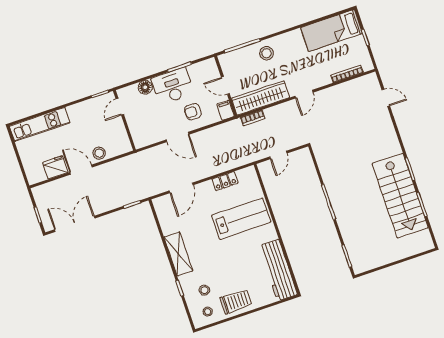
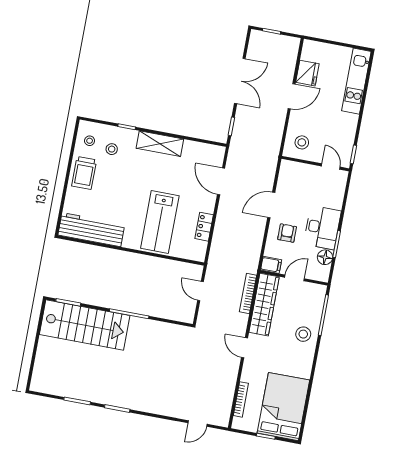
bed: (331, 30) -> (283, 407), width x1.50
floor lamp: (145, 87) -> (325, 257), moved
bookcase: (253, 118) -> (248, 293), width x1.56
stool: (99, 153) -> (302, 142), moved
stairs: (400, 196) -> (85, 325), moved, turned 180
double door: (75, 224) -> (240, 81), moved

